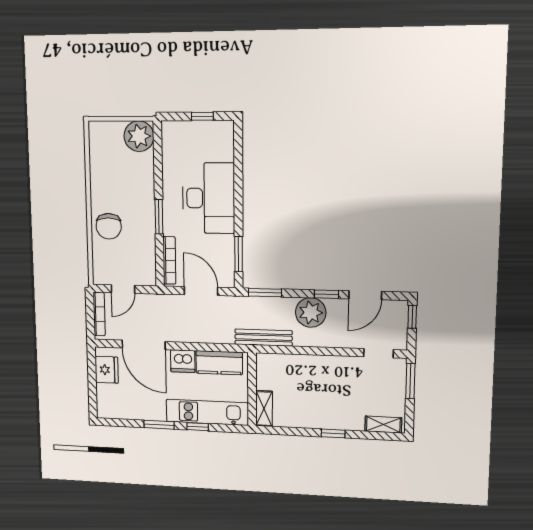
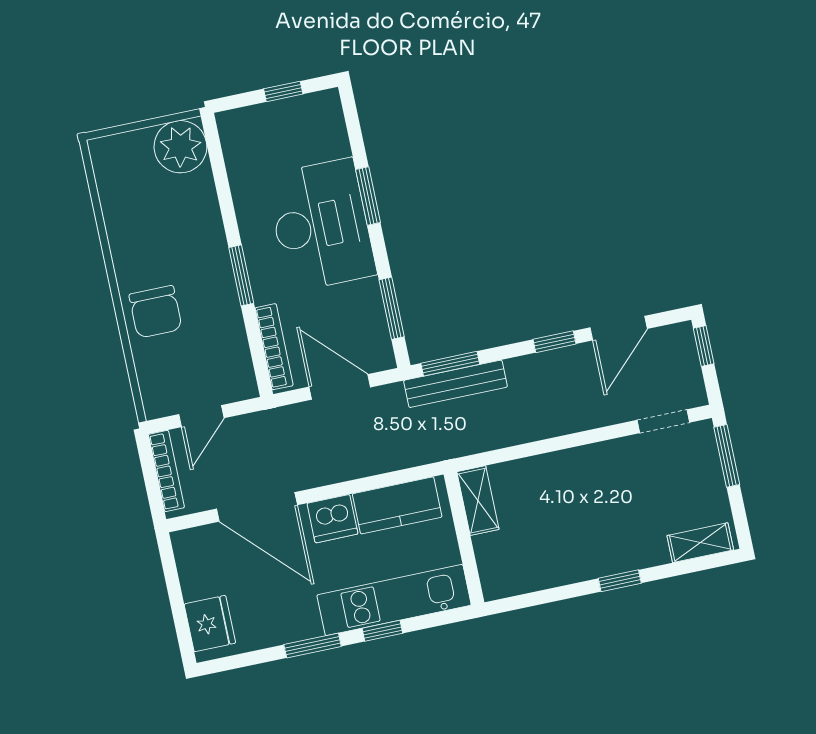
window: (238, 187) -> (368, 196), added
plant: (311, 313) -> (535, 379), removed
bench: (264, 338) -> (455, 384), moved
fridge: (107, 370) -> (210, 624), moved
shelving: (264, 409) -> (478, 501), moved

